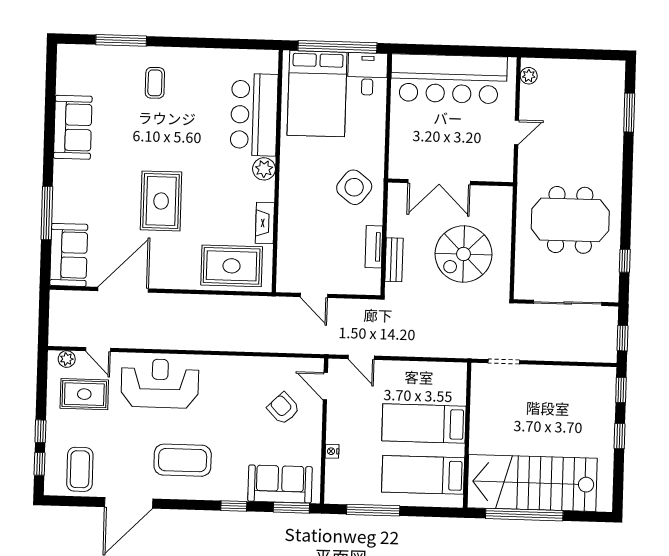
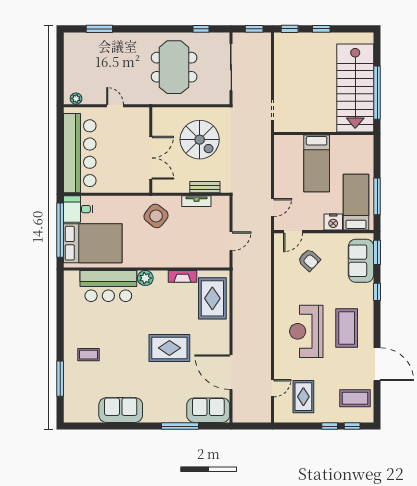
plant: (67, 359) -> (280, 409), removed
reception desk: (160, 383) -> (306, 331), moved
armchair: (283, 408) -> (309, 260), turned -93
nightstand: (332, 451) -> (333, 222), width x1.89, depth x1.79
bed: (423, 475) -> (356, 202), moved, turned 180

